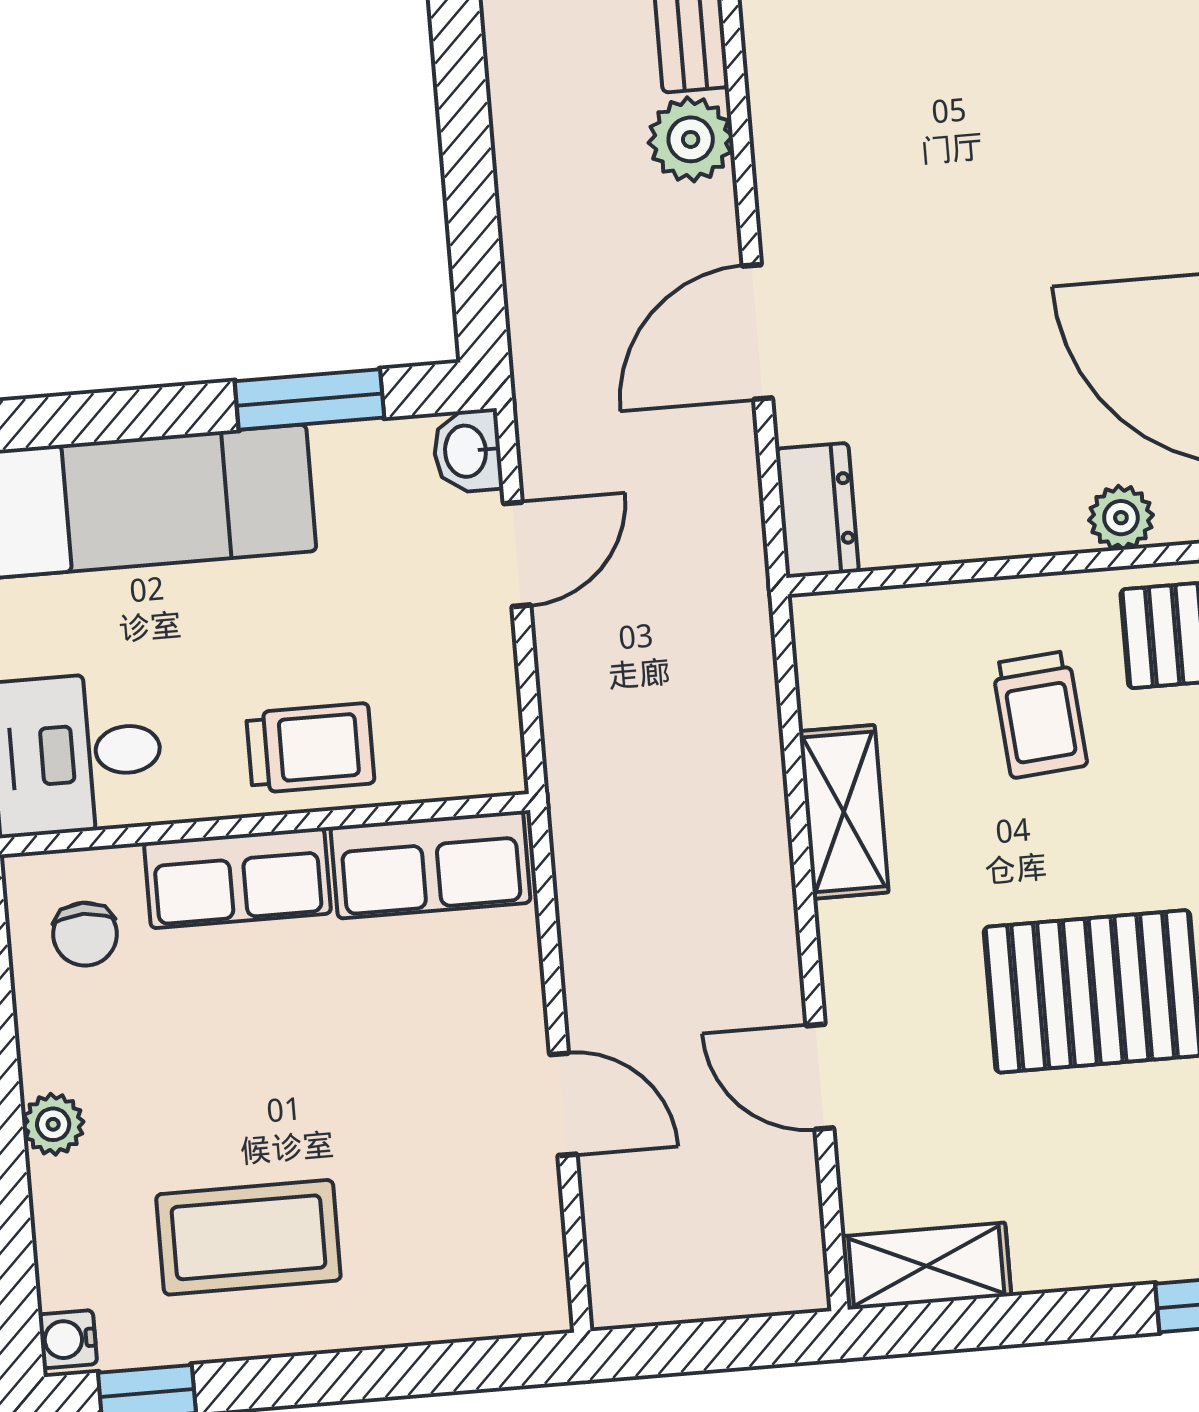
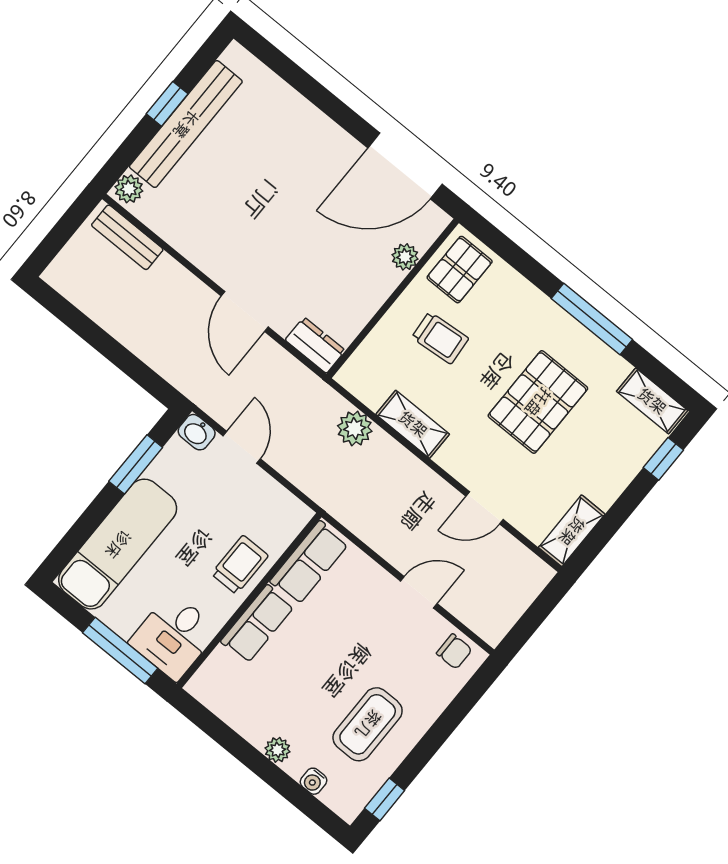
plant: (691, 139) -> (355, 428), moved
chair: (85, 934) -> (454, 651), moved
water cooler: (68, 1339) -> (313, 781), moved

